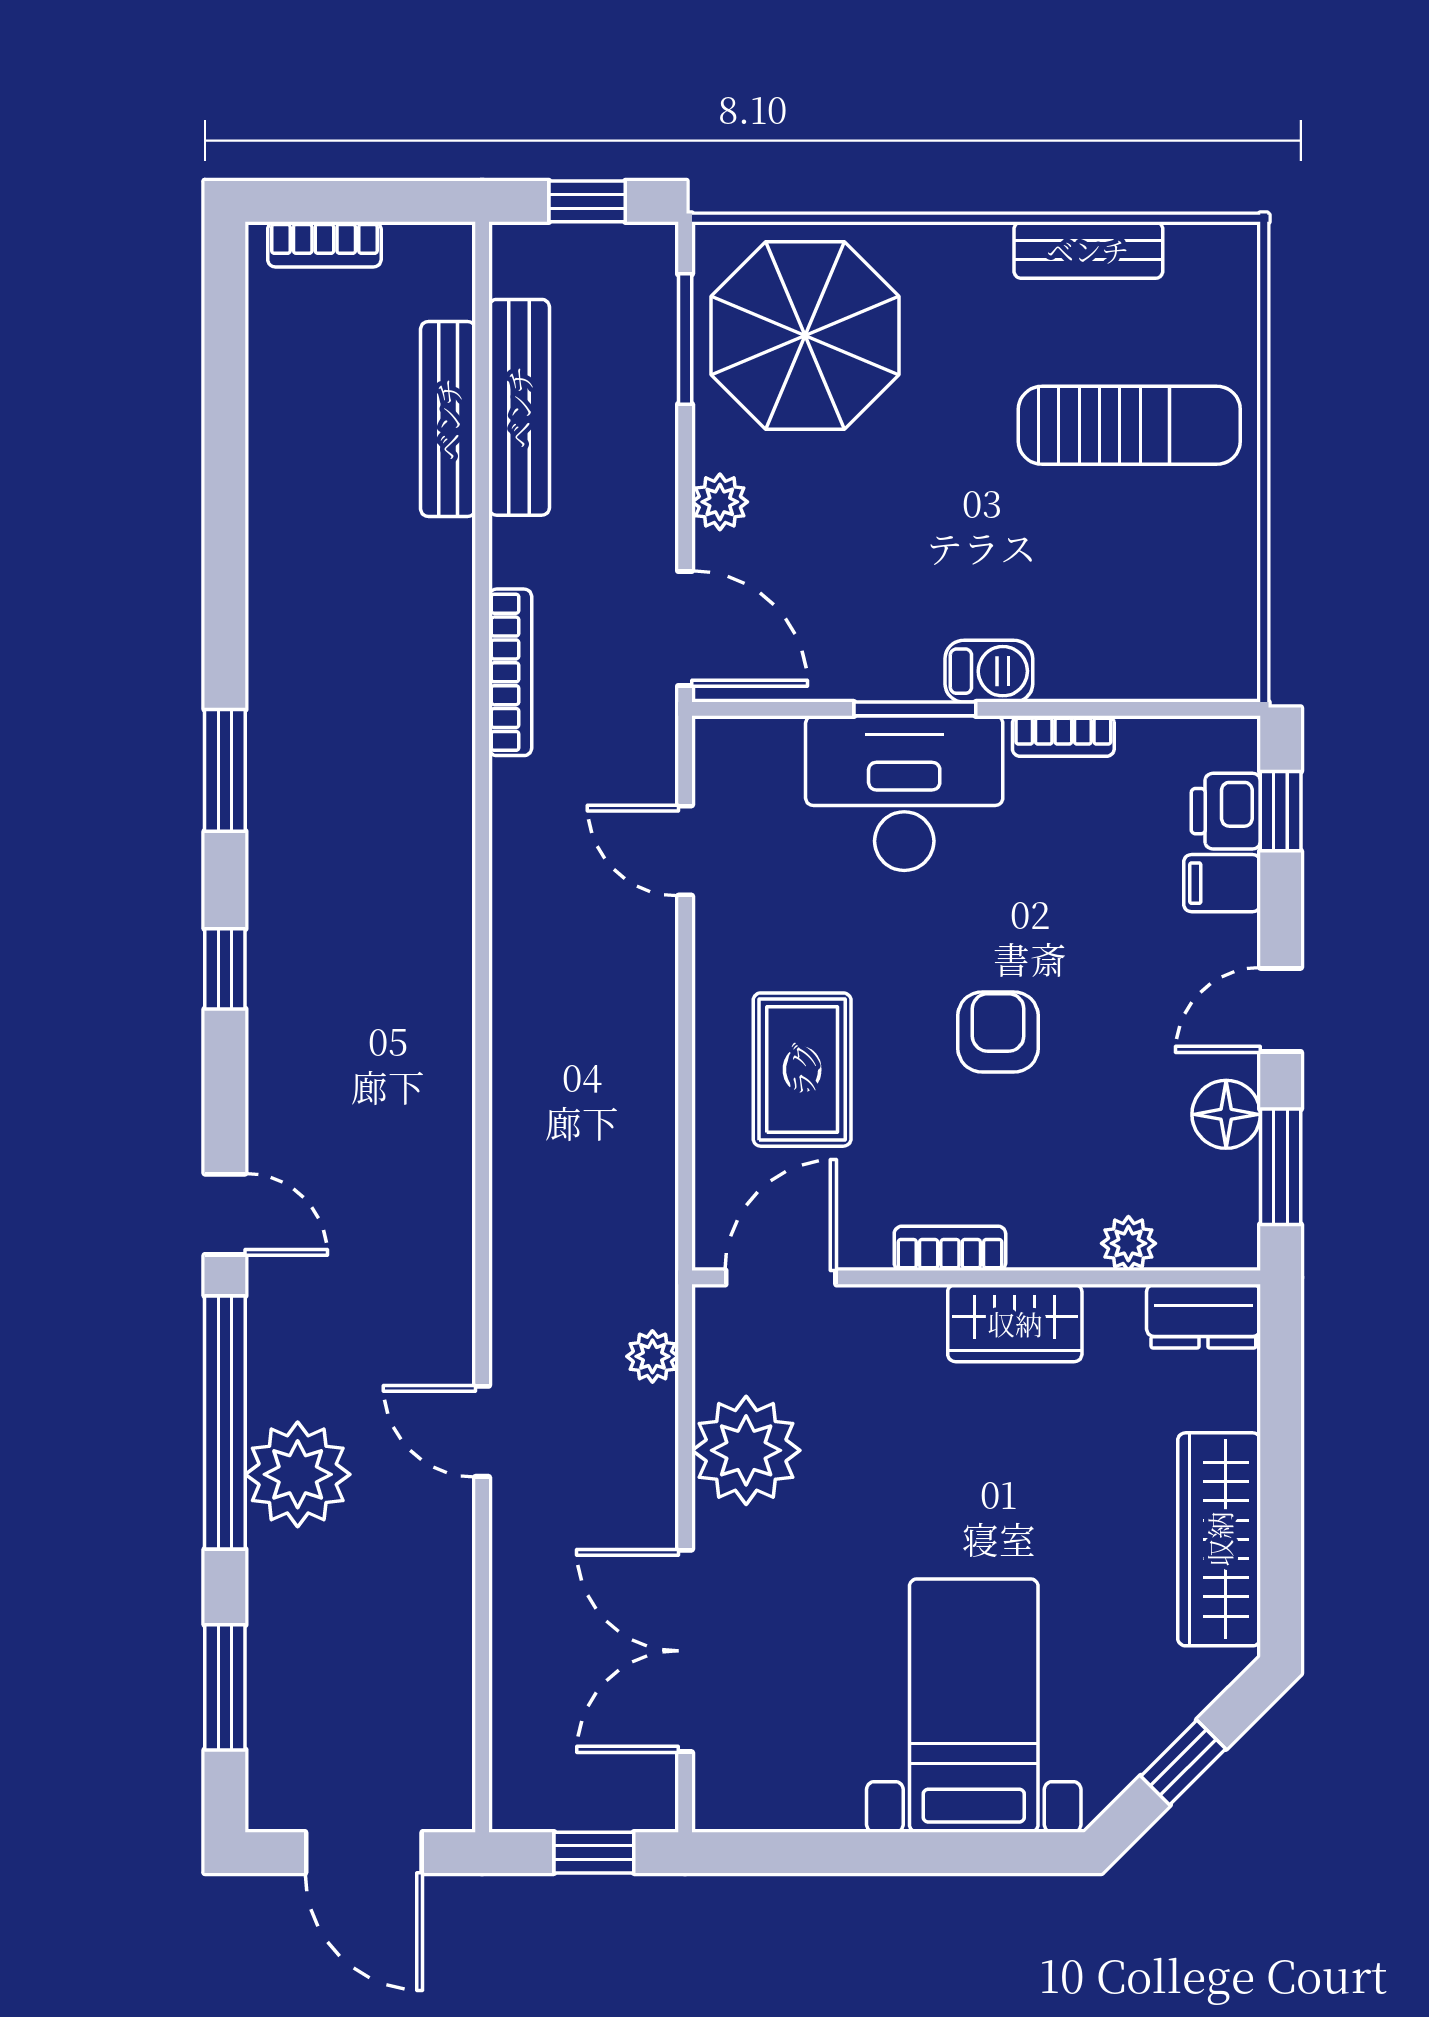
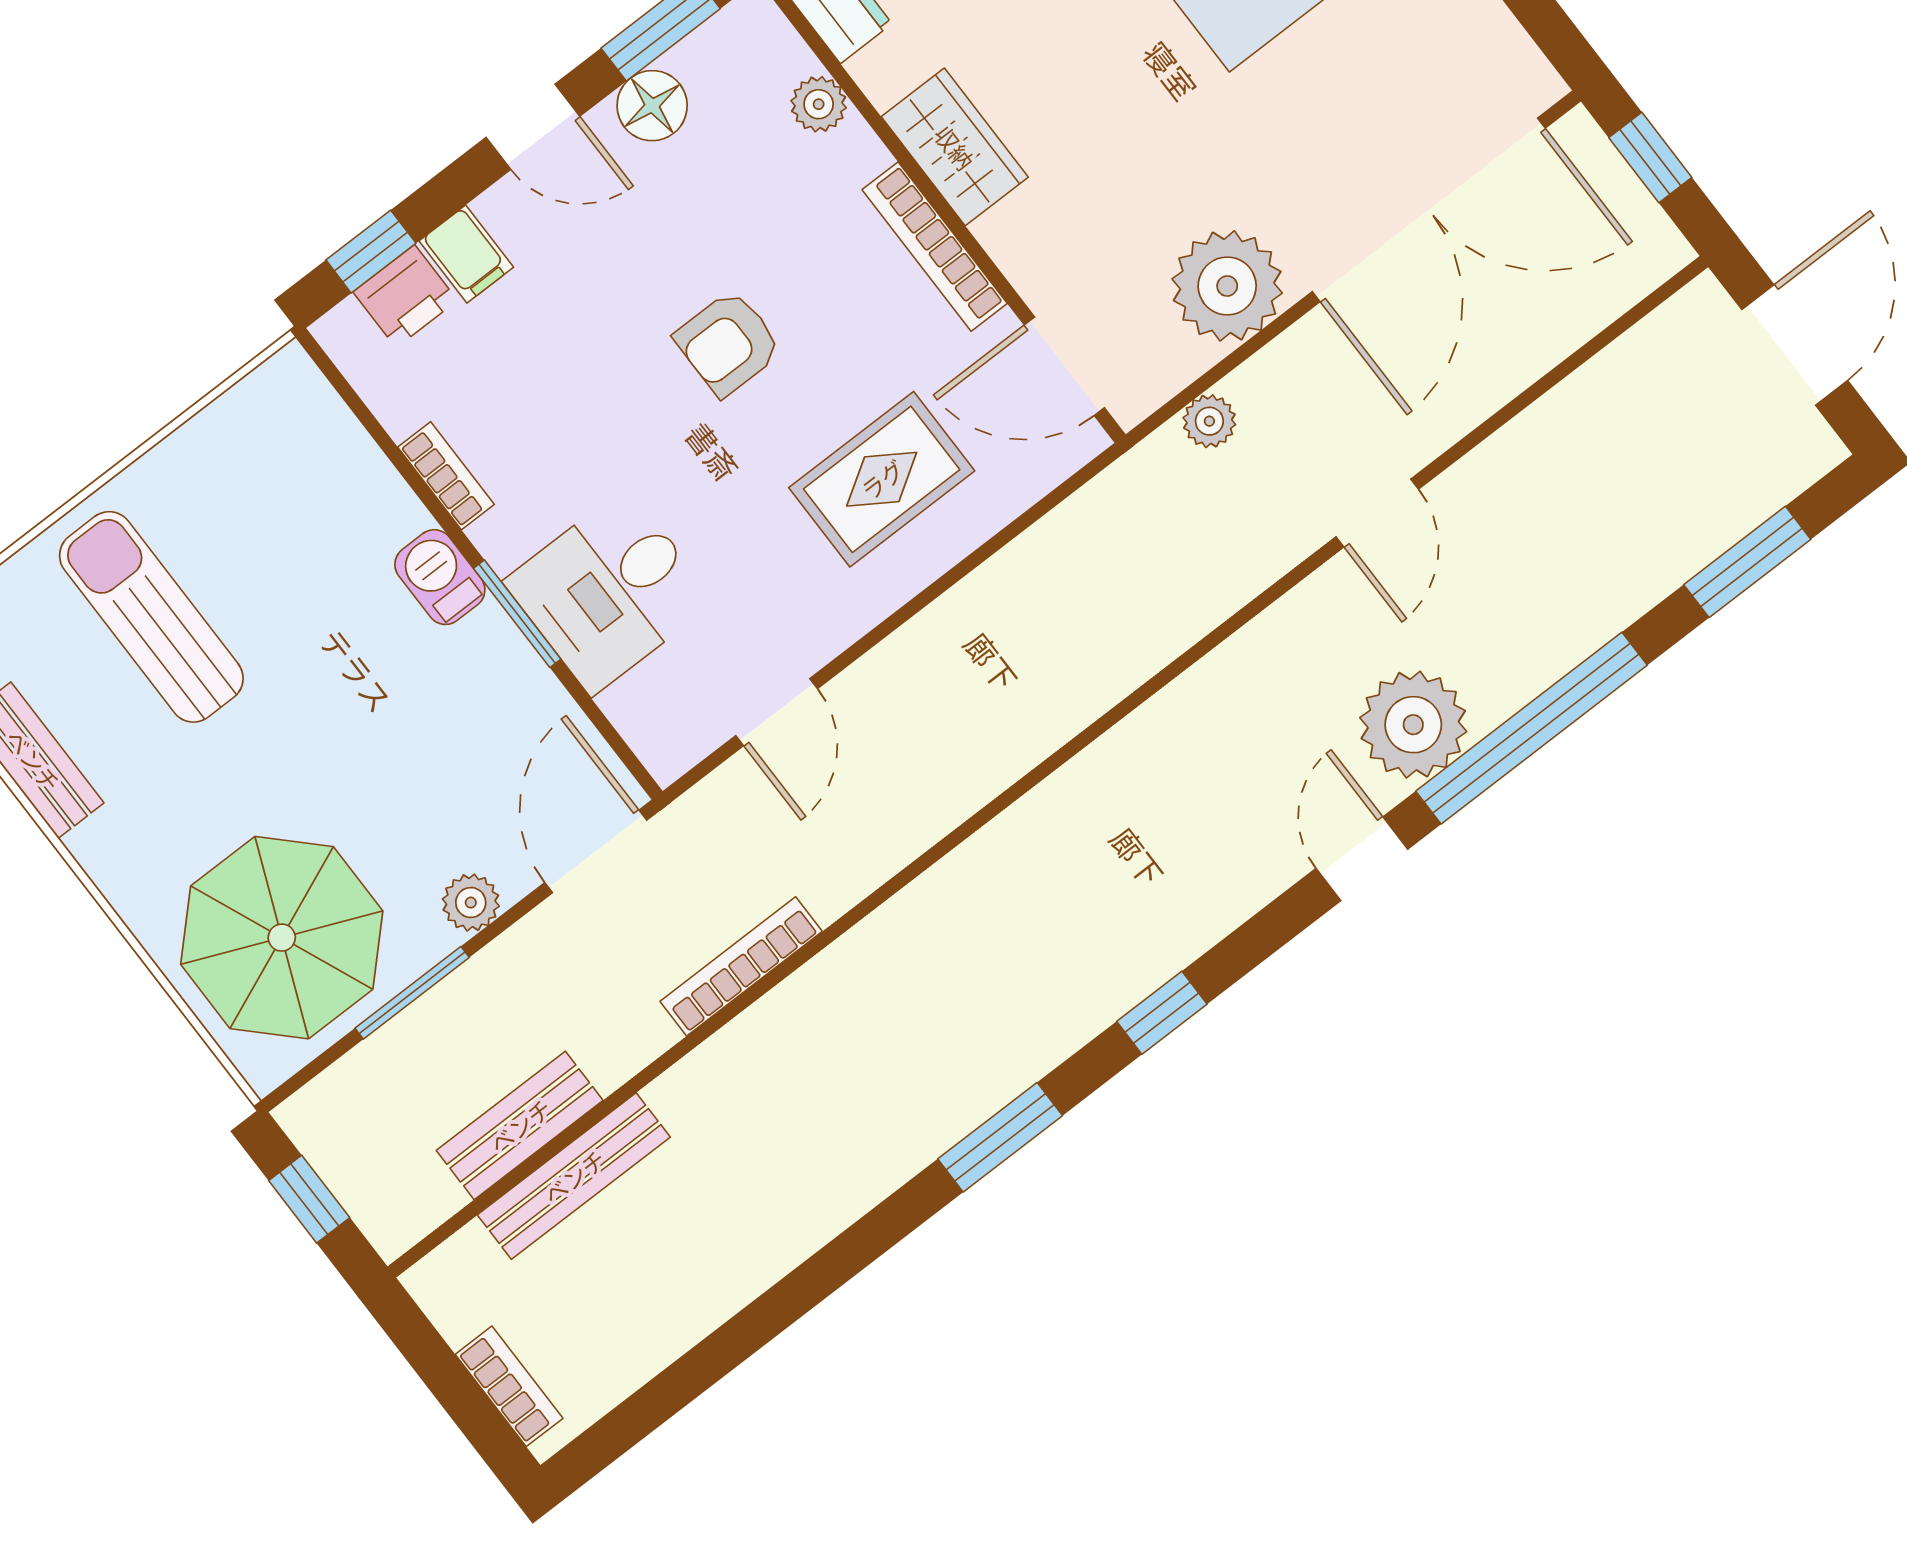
window: (685, 339) -> (412, 993), moved
bench: (519, 407) -> (520, 1125), width x0.73
desk: (904, 793) -> (609, 591), width x0.73
bookcase: (950, 1248) -> (935, 247), width x1.56
plant: (298, 1474) -> (1413, 725), moved
double door: (685, 1651) -> (1429, 210), width x1.36

